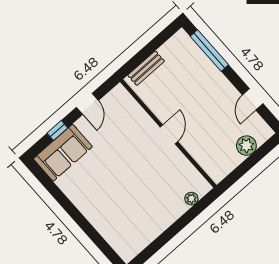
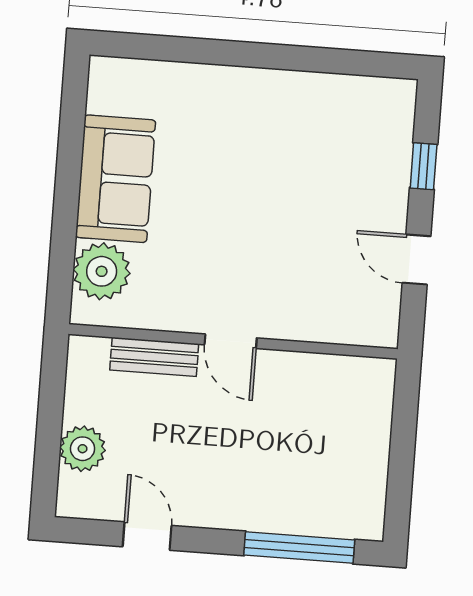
bench: (146, 68) -> (154, 357), moved, turned 90
sofa: (63, 153) -> (116, 179), moved, turned 180
plant: (191, 199) -> (102, 271), width x1.87, depth x1.87

